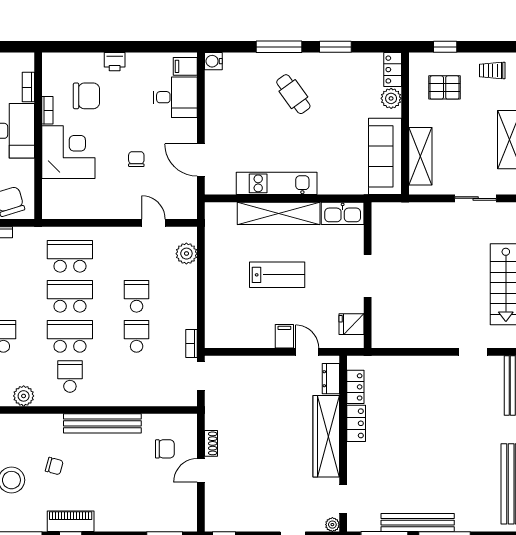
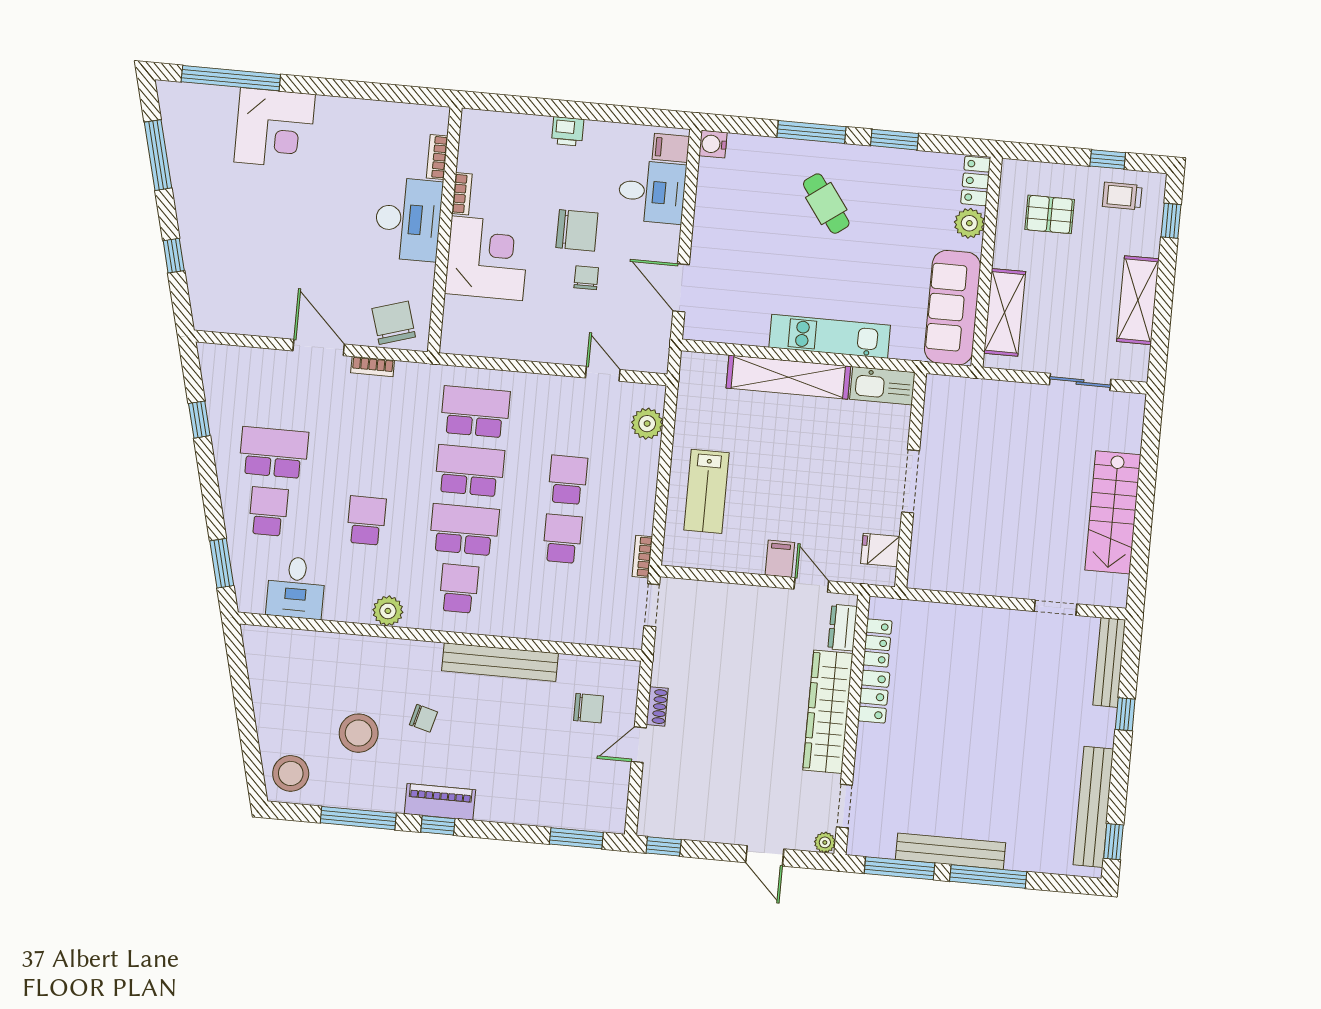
window: (445, 47) -> (1108, 159), moved
chair: (86, 96) -> (577, 230), moved
kitchen unit: (277, 183) -> (830, 336), moved
lab bench: (277, 275) -> (706, 491), moved, turned 90

